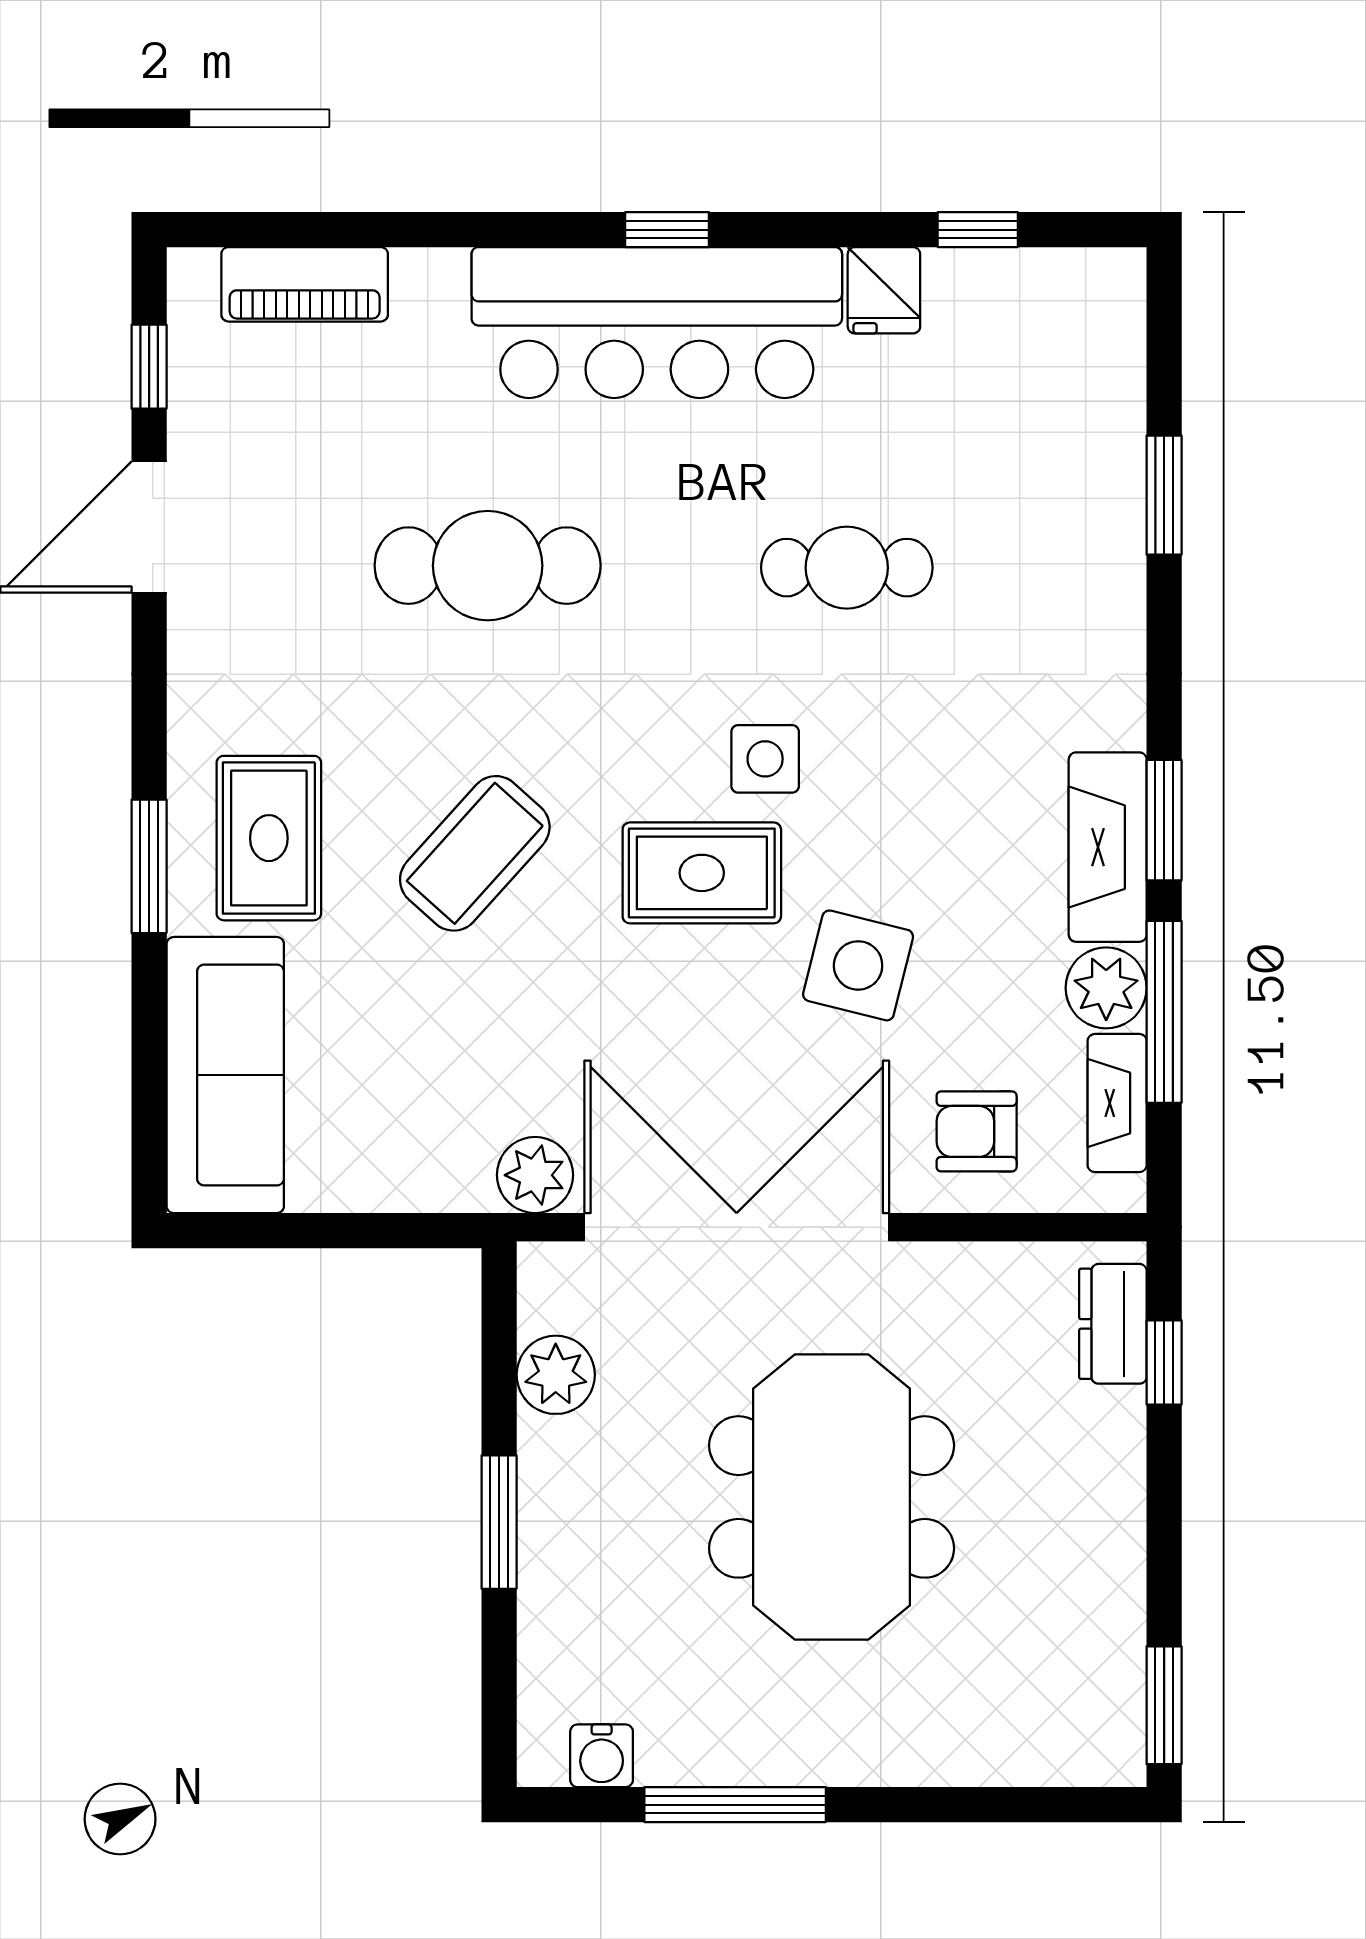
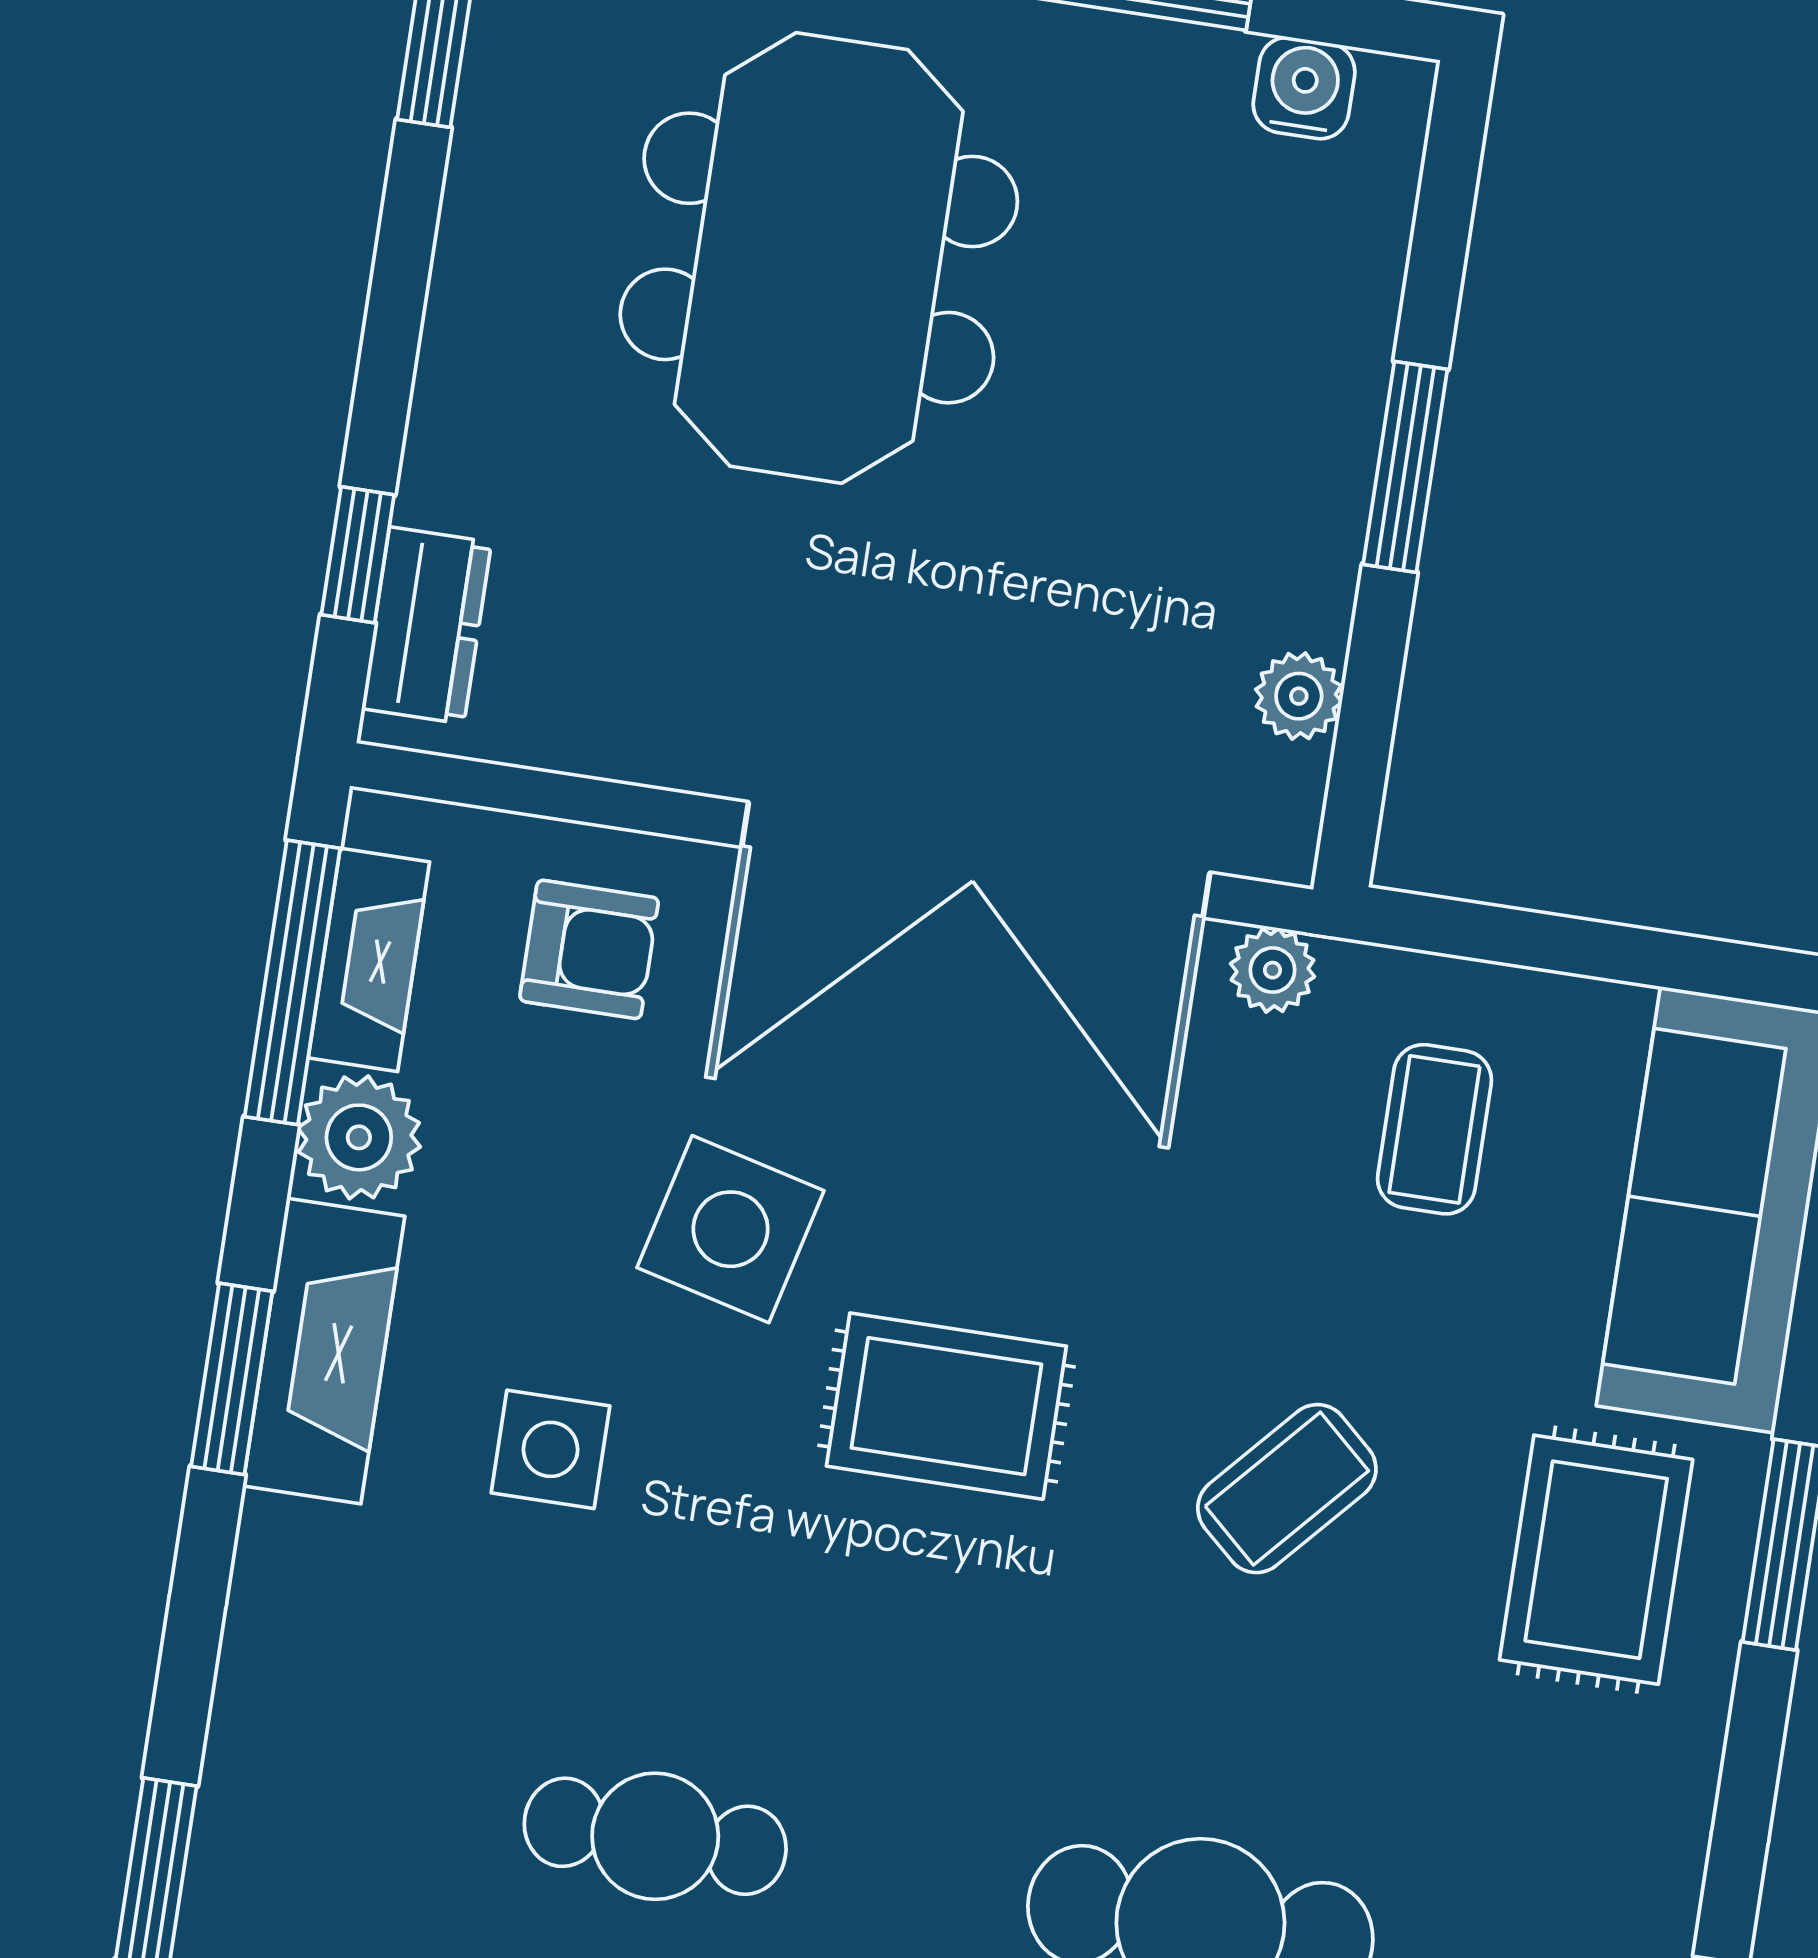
side table: (765, 759) -> (551, 1449), moved
coffee table: (475, 853) -> (1287, 1489), width x0.73, depth x0.77
window: (1164, 1012) -> (292, 982), moved
coffee table: (415, 1099) -> (1435, 1129), added
plant: (535, 1175) -> (1272, 970), width x0.73, depth x0.73
plant: (556, 1375) -> (1299, 696), width x0.73, depth x0.73
meeting table: (832, 1497) -> (819, 258), moved

